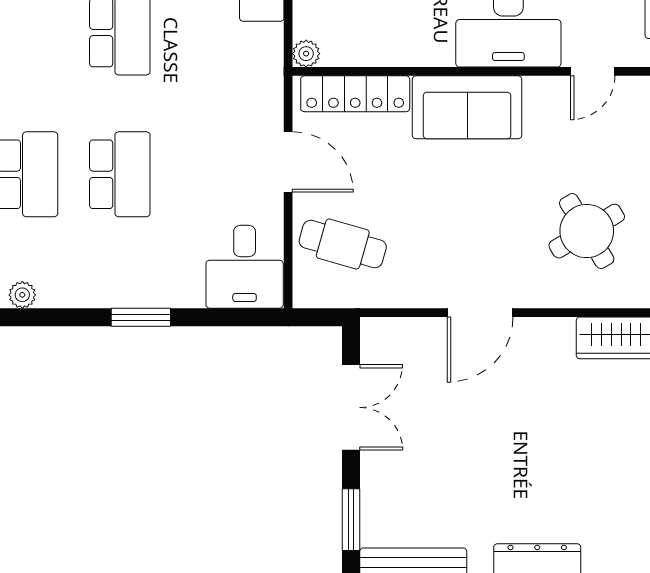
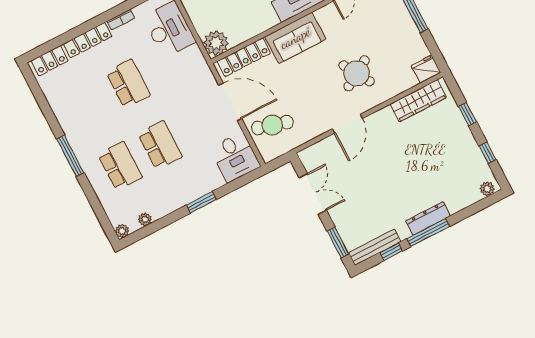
plant: (306, 54) -> (216, 43), width x1.88, depth x1.88
door: (288, 162) -> (230, 102), width x1.36
round table: (587, 231) -> (357, 73), moved

